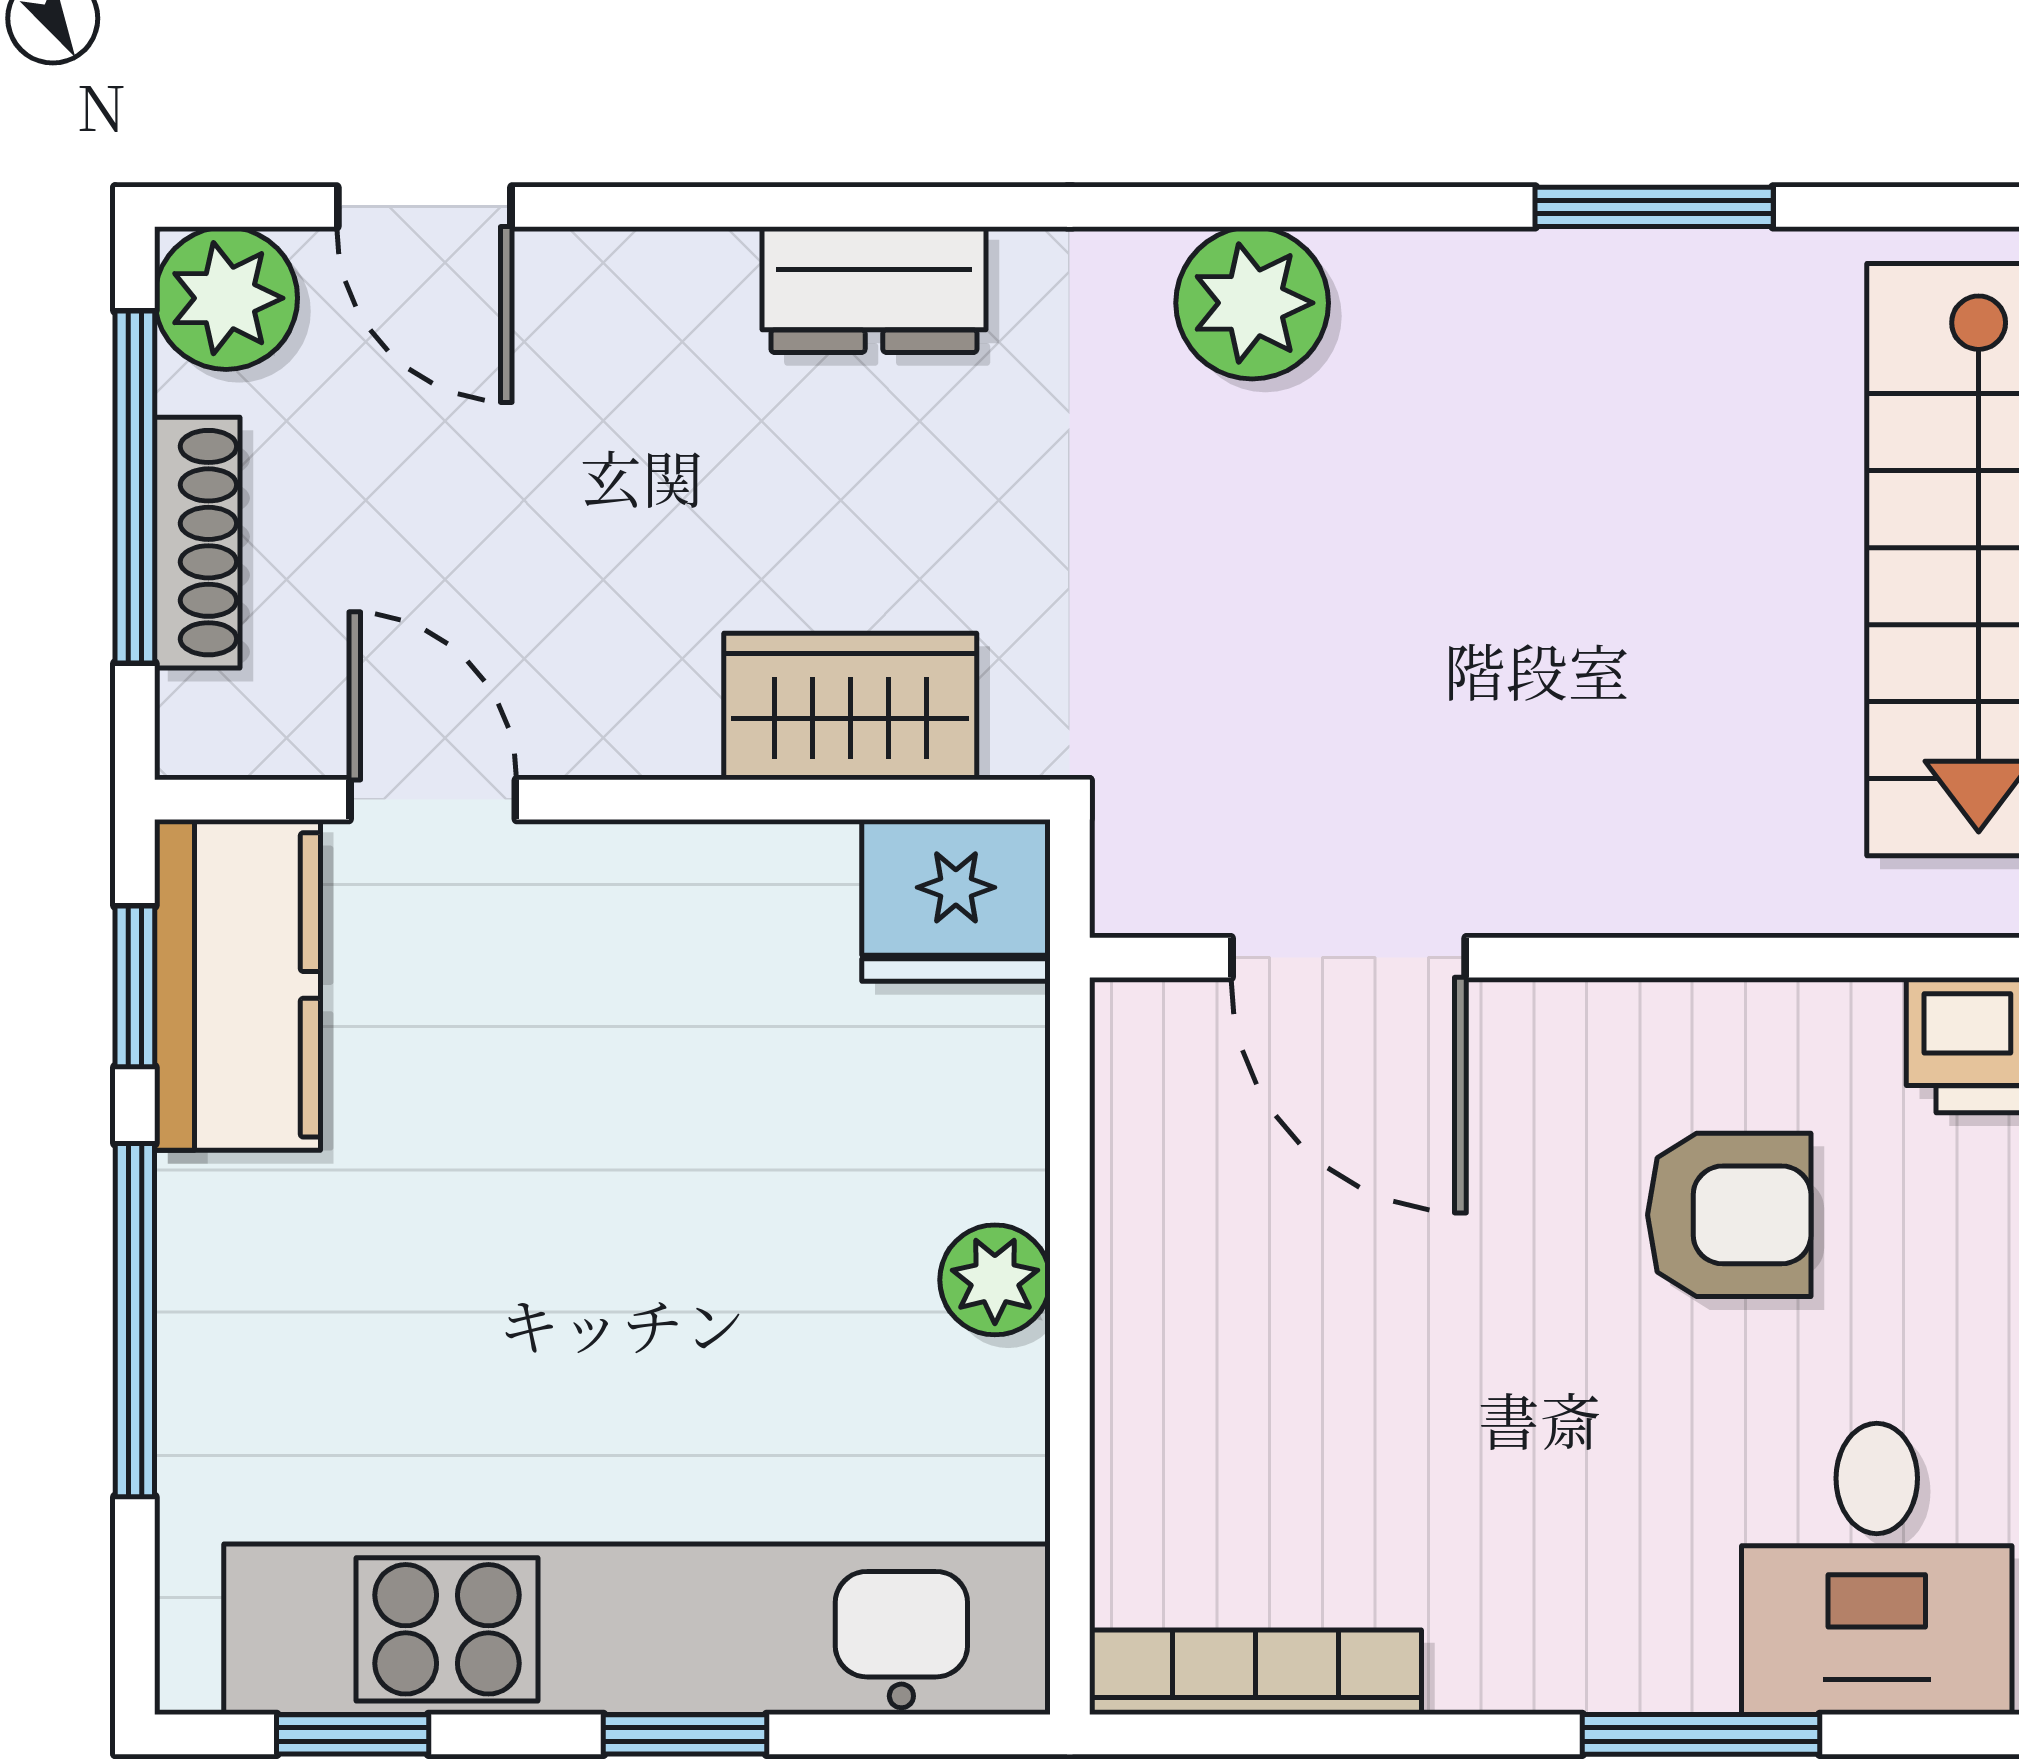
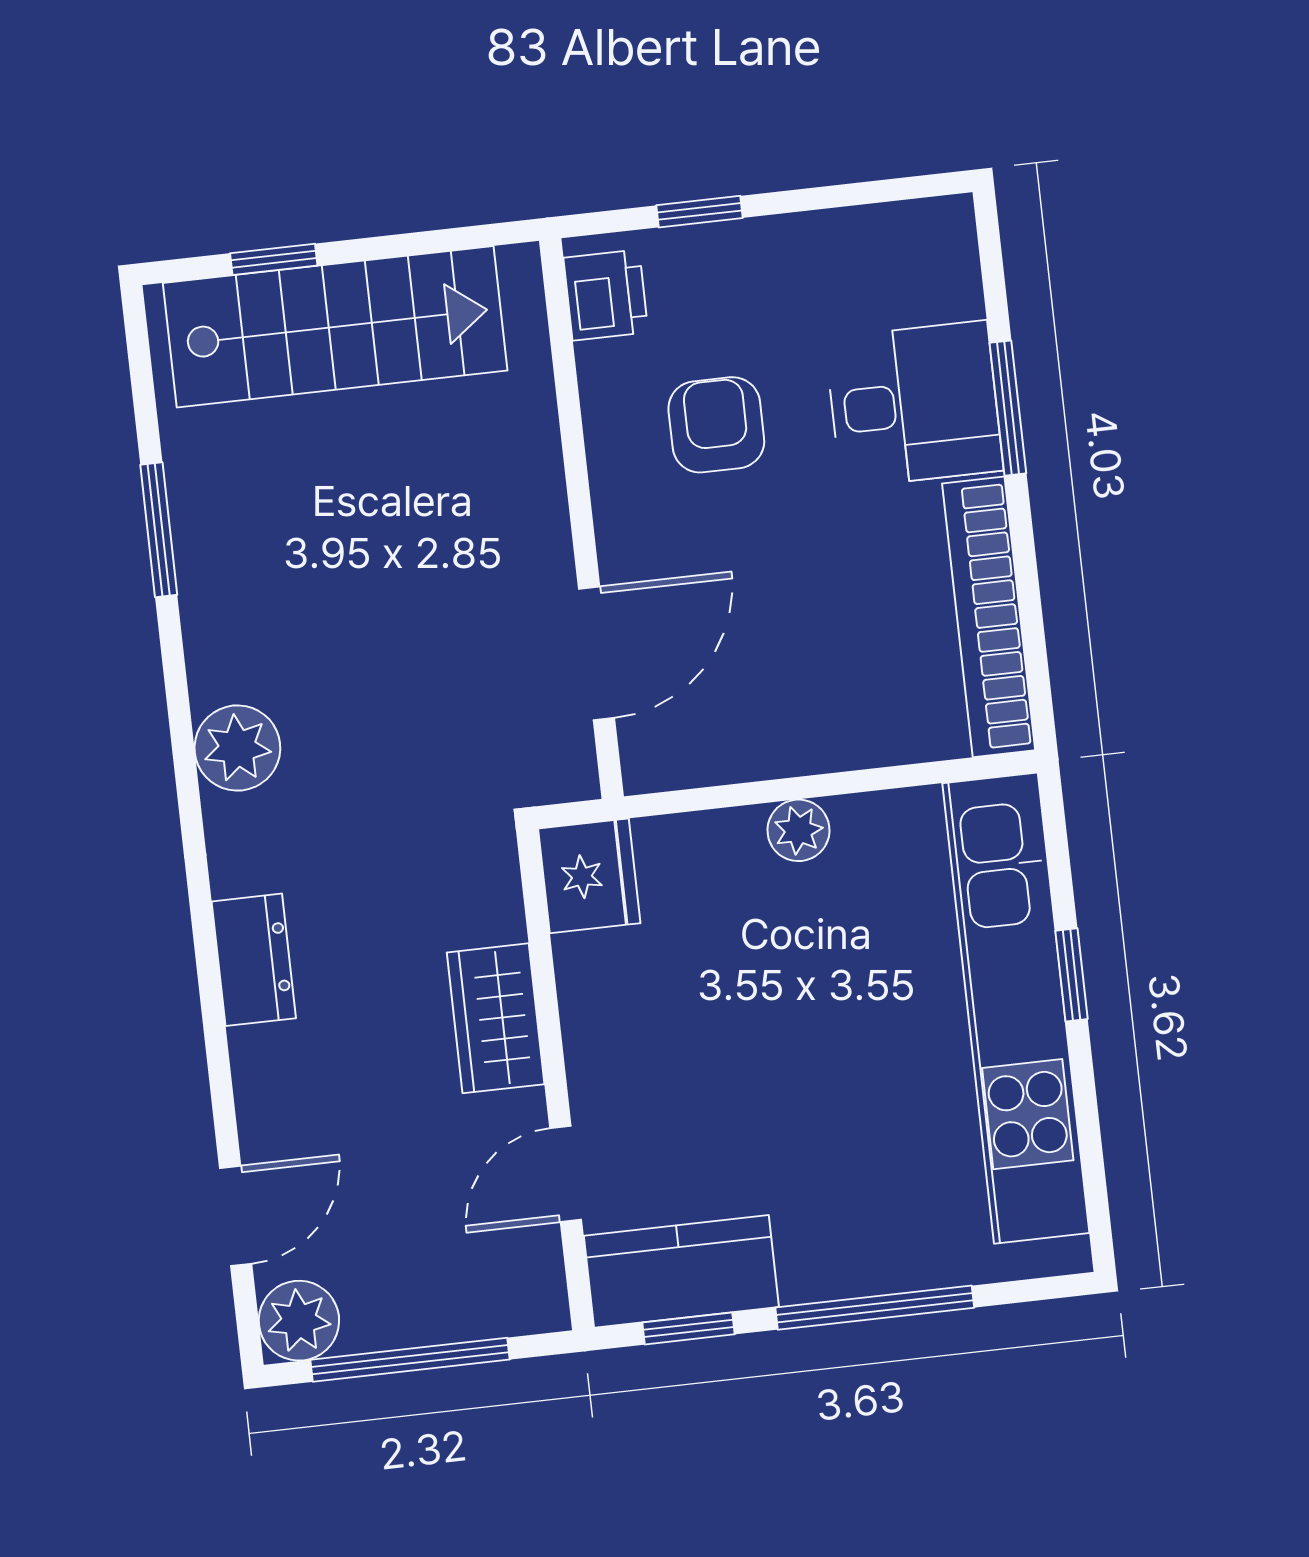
shoe rack: (197, 543) -> (437, 1321), removed
wardrobe: (850, 706) -> (496, 1018), moved
desk: (1877, 1569) -> (914, 404), moved
bookcase: (1255, 1672) -> (989, 617), width x1.48, depth x1.31
window: (353, 1734) -> (1092, 1160), removed

